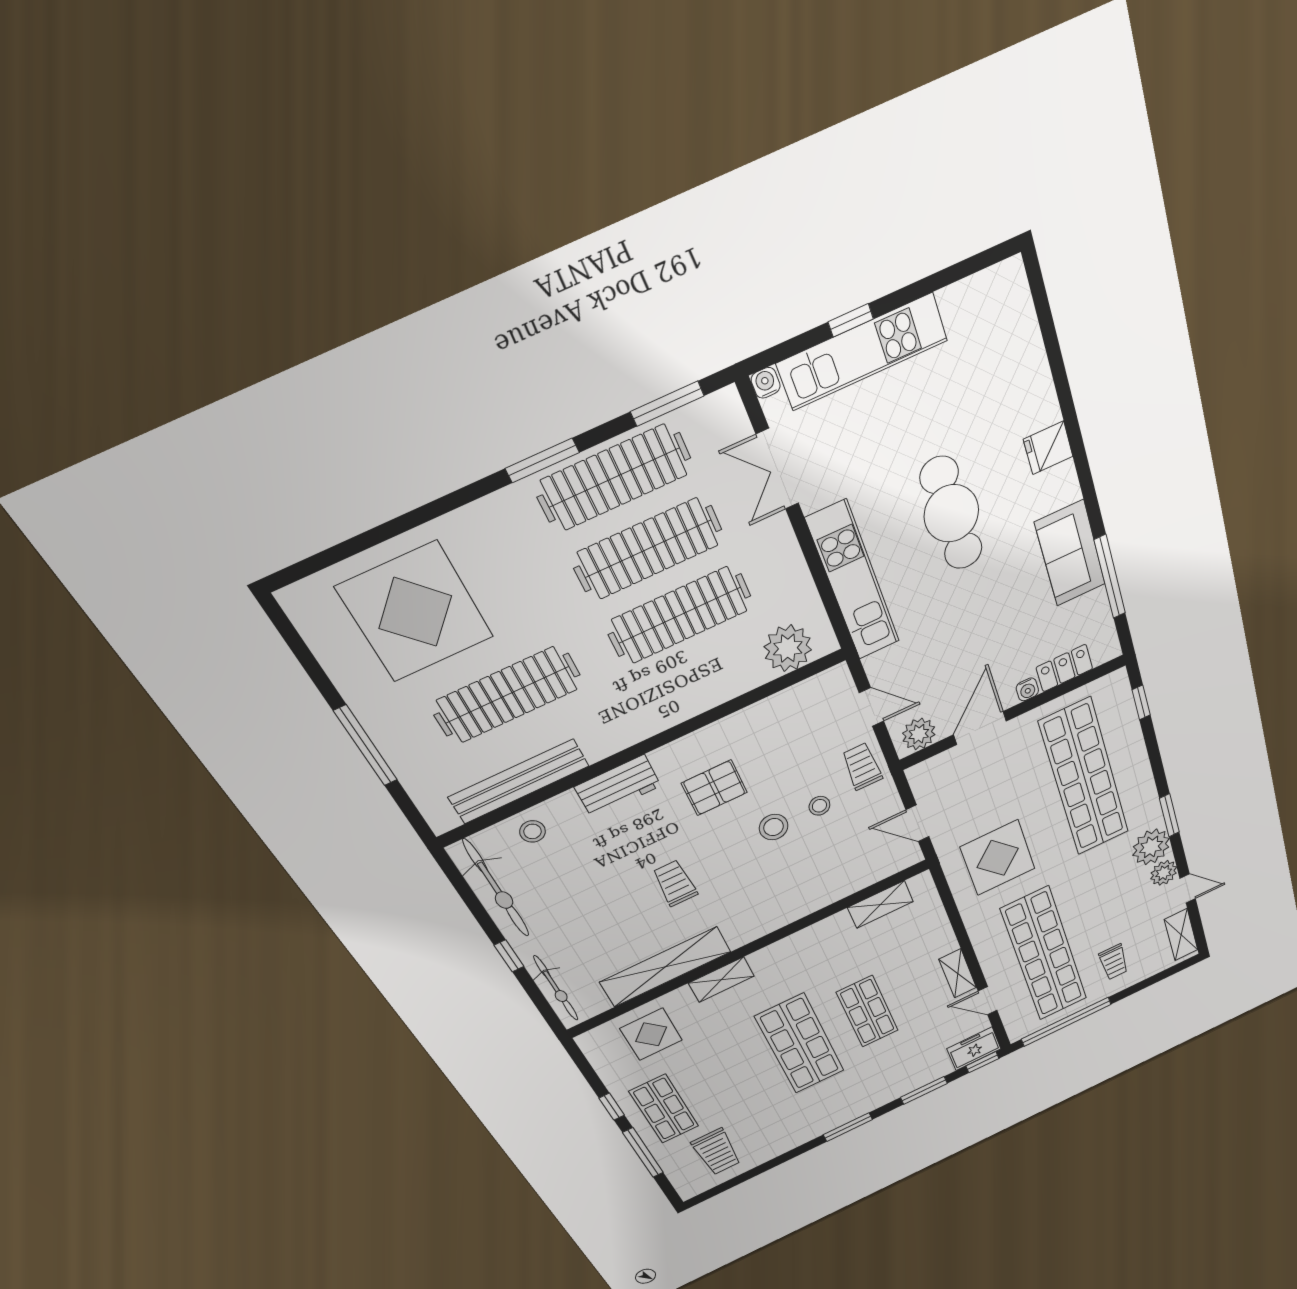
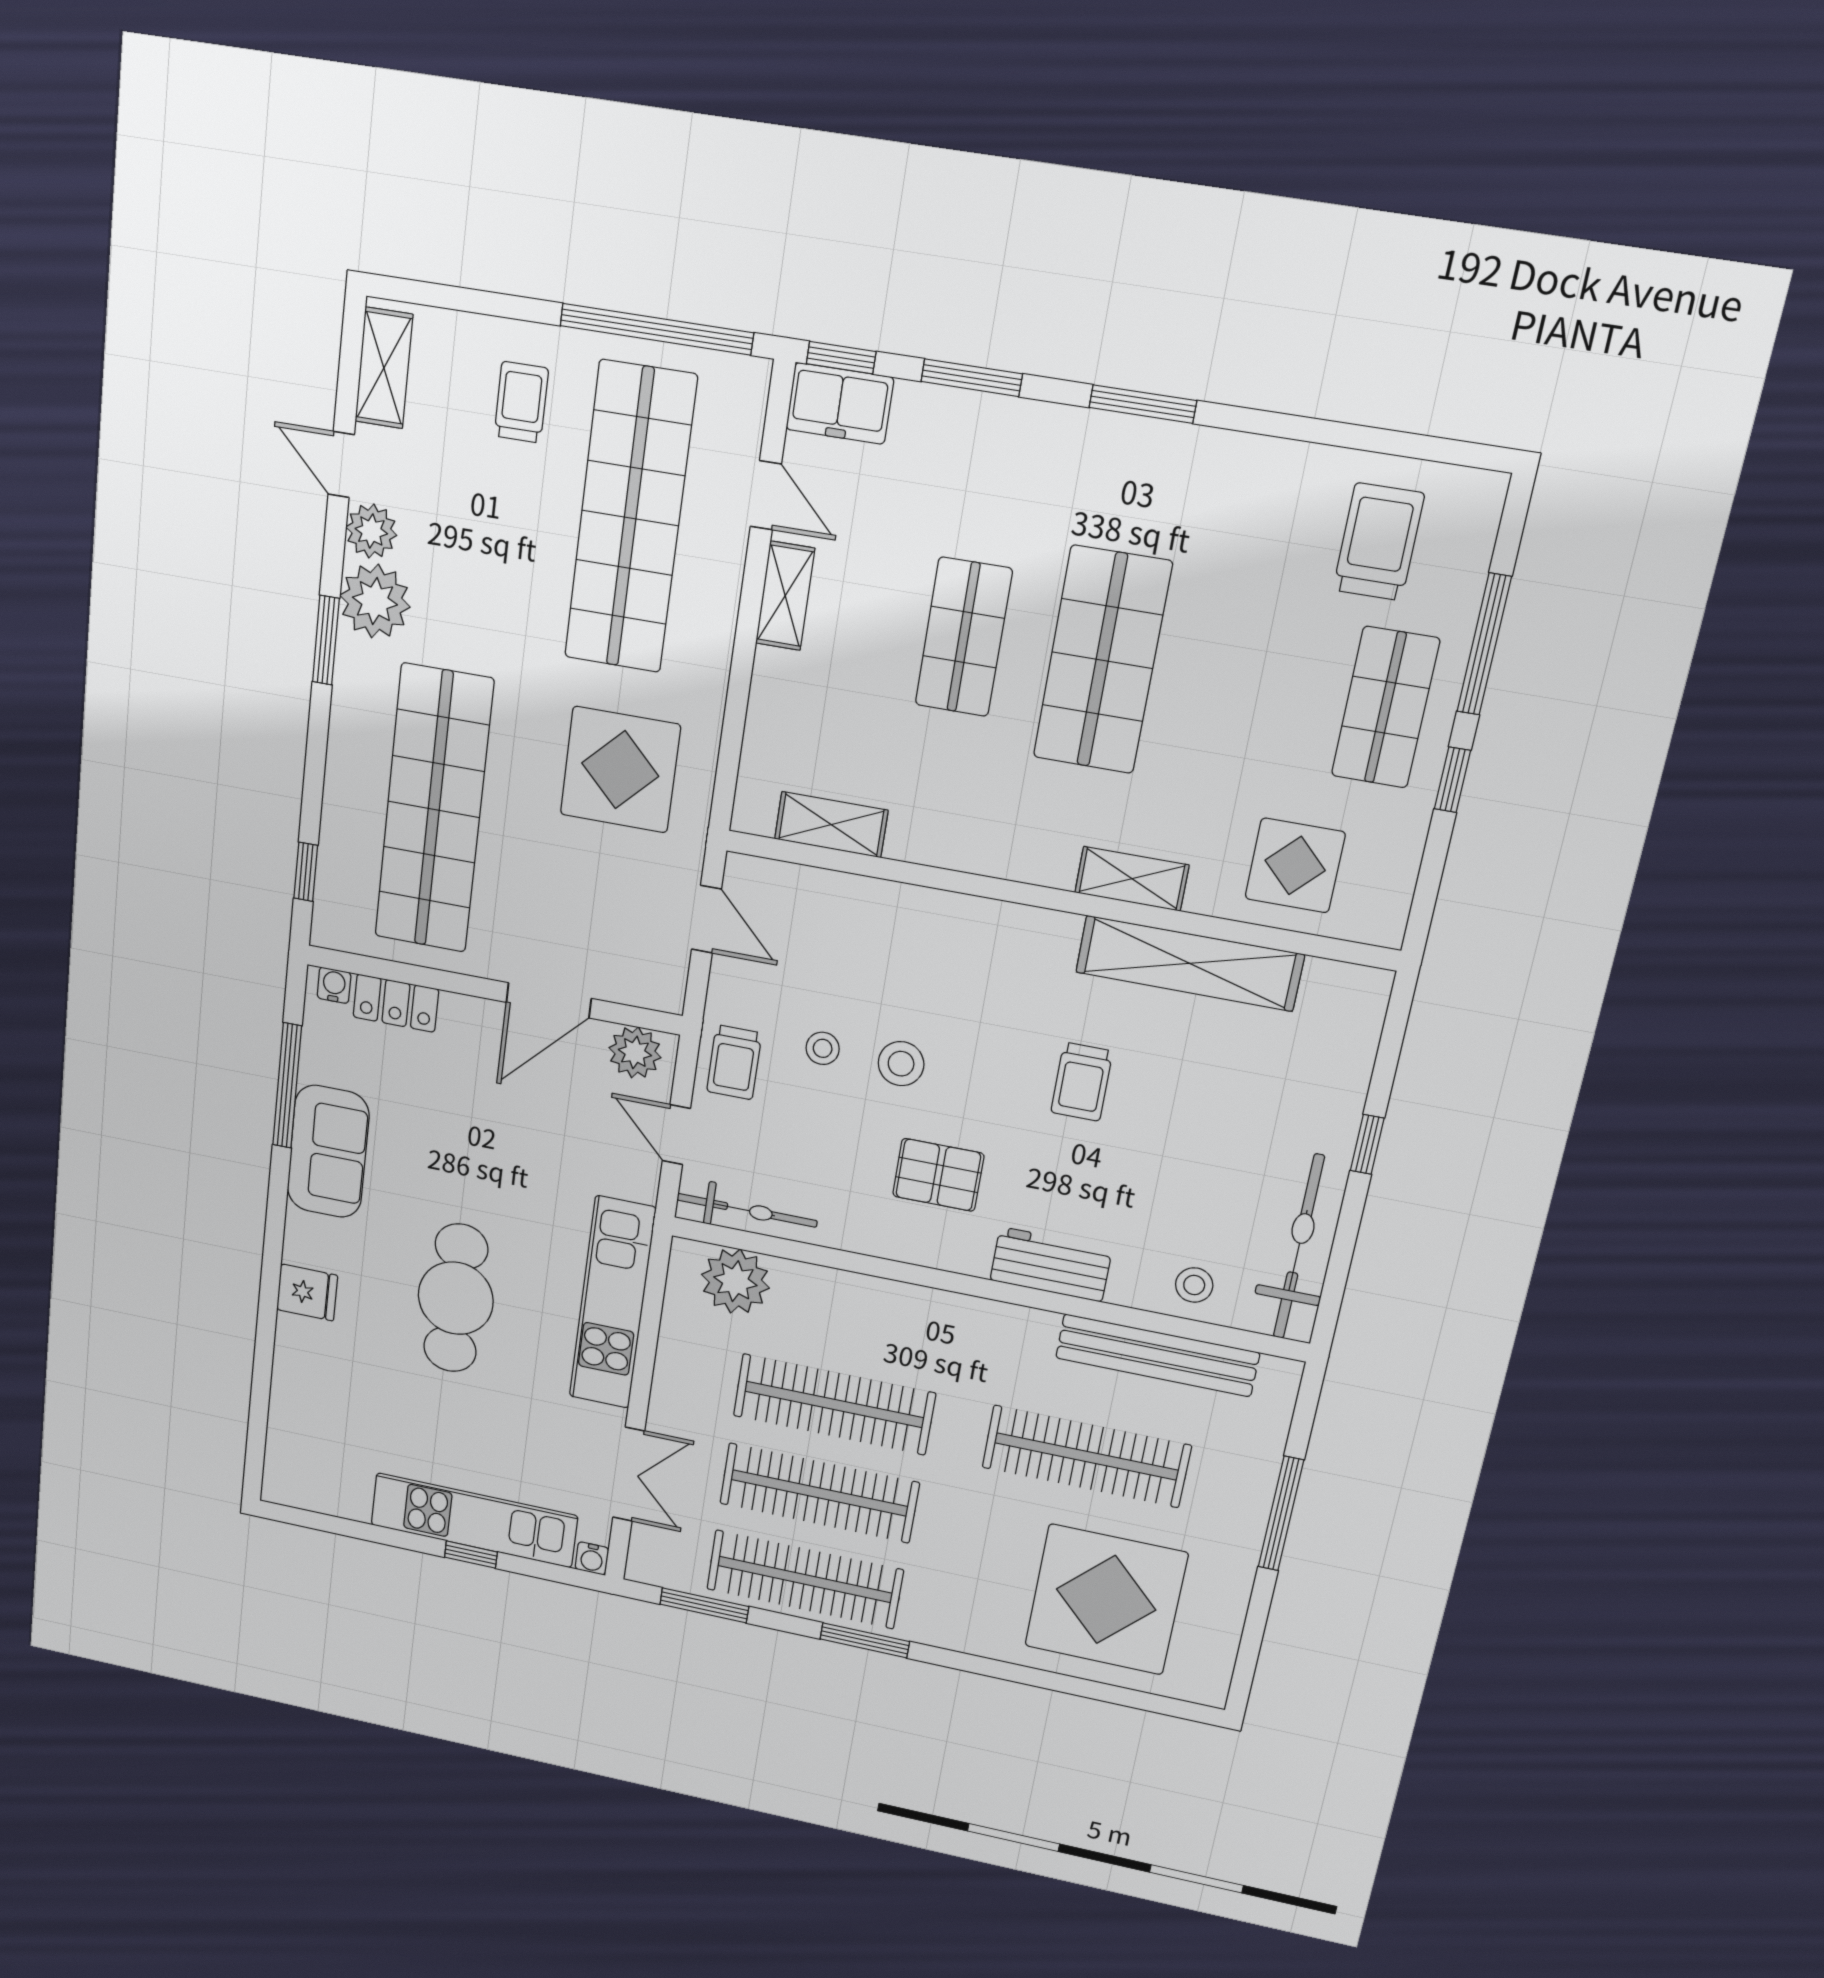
water cooler: (1027, 689) -> (334, 985), moved
bicycle: (556, 988) -> (747, 1210), moved, turned 90

